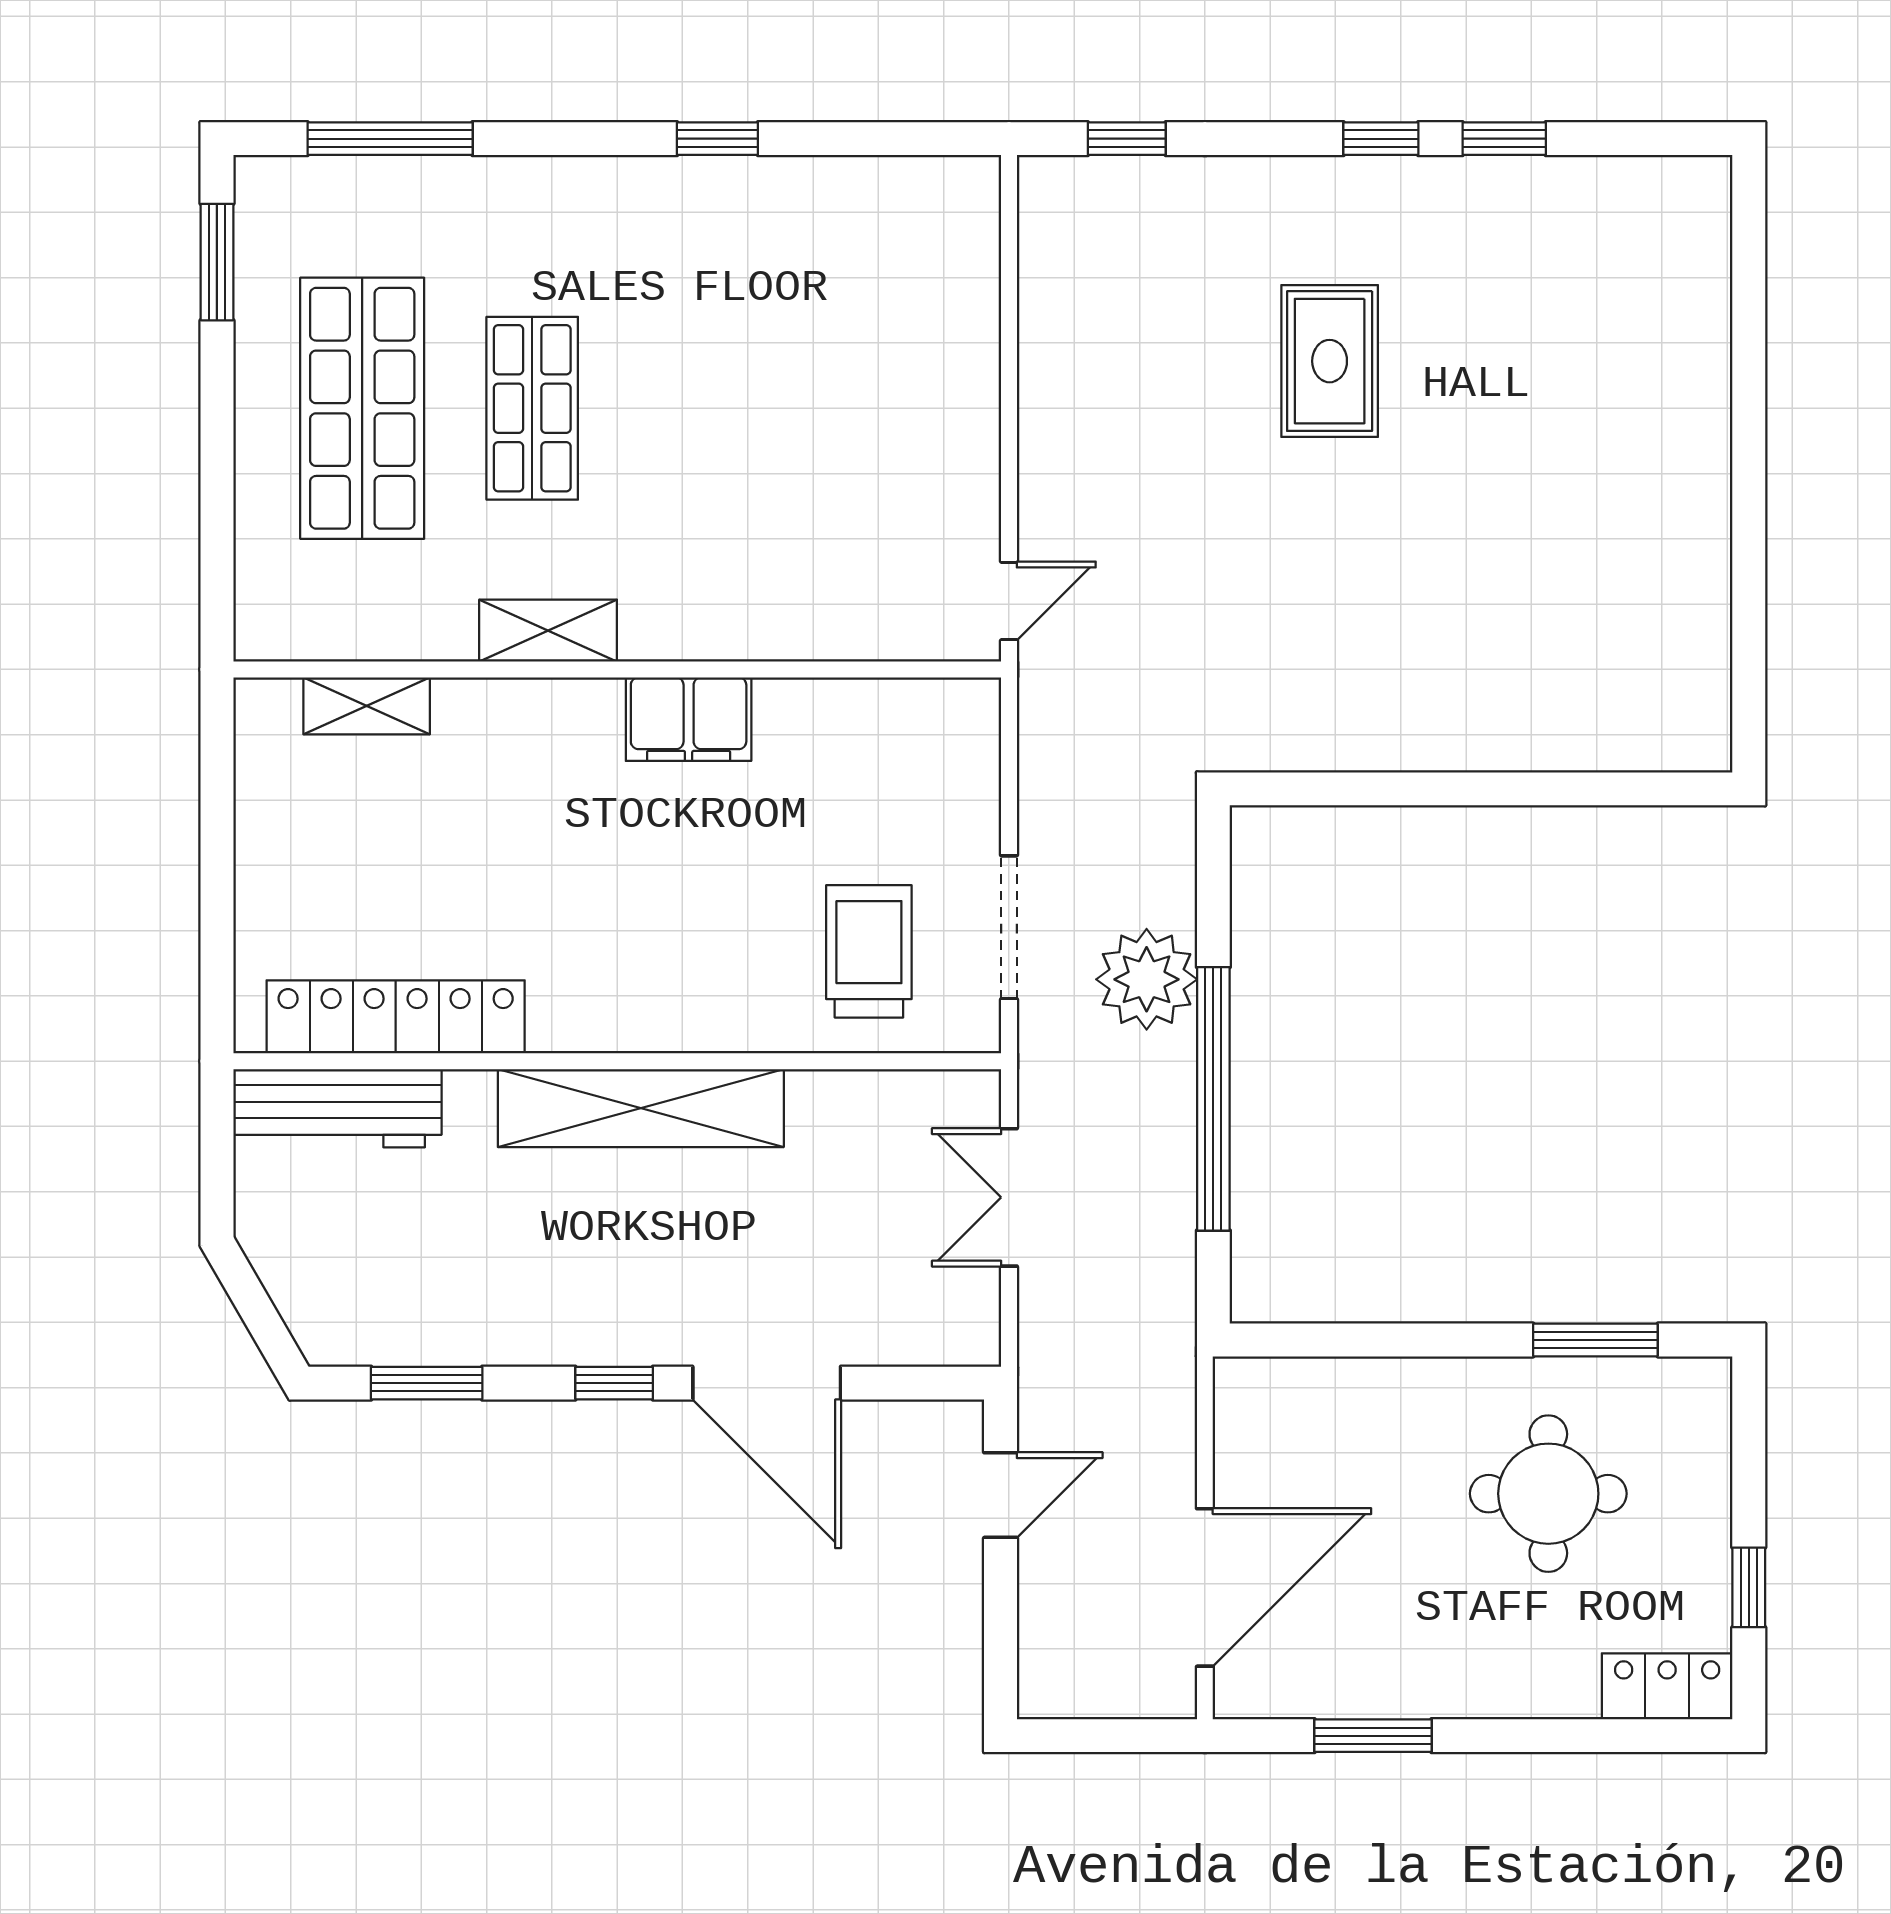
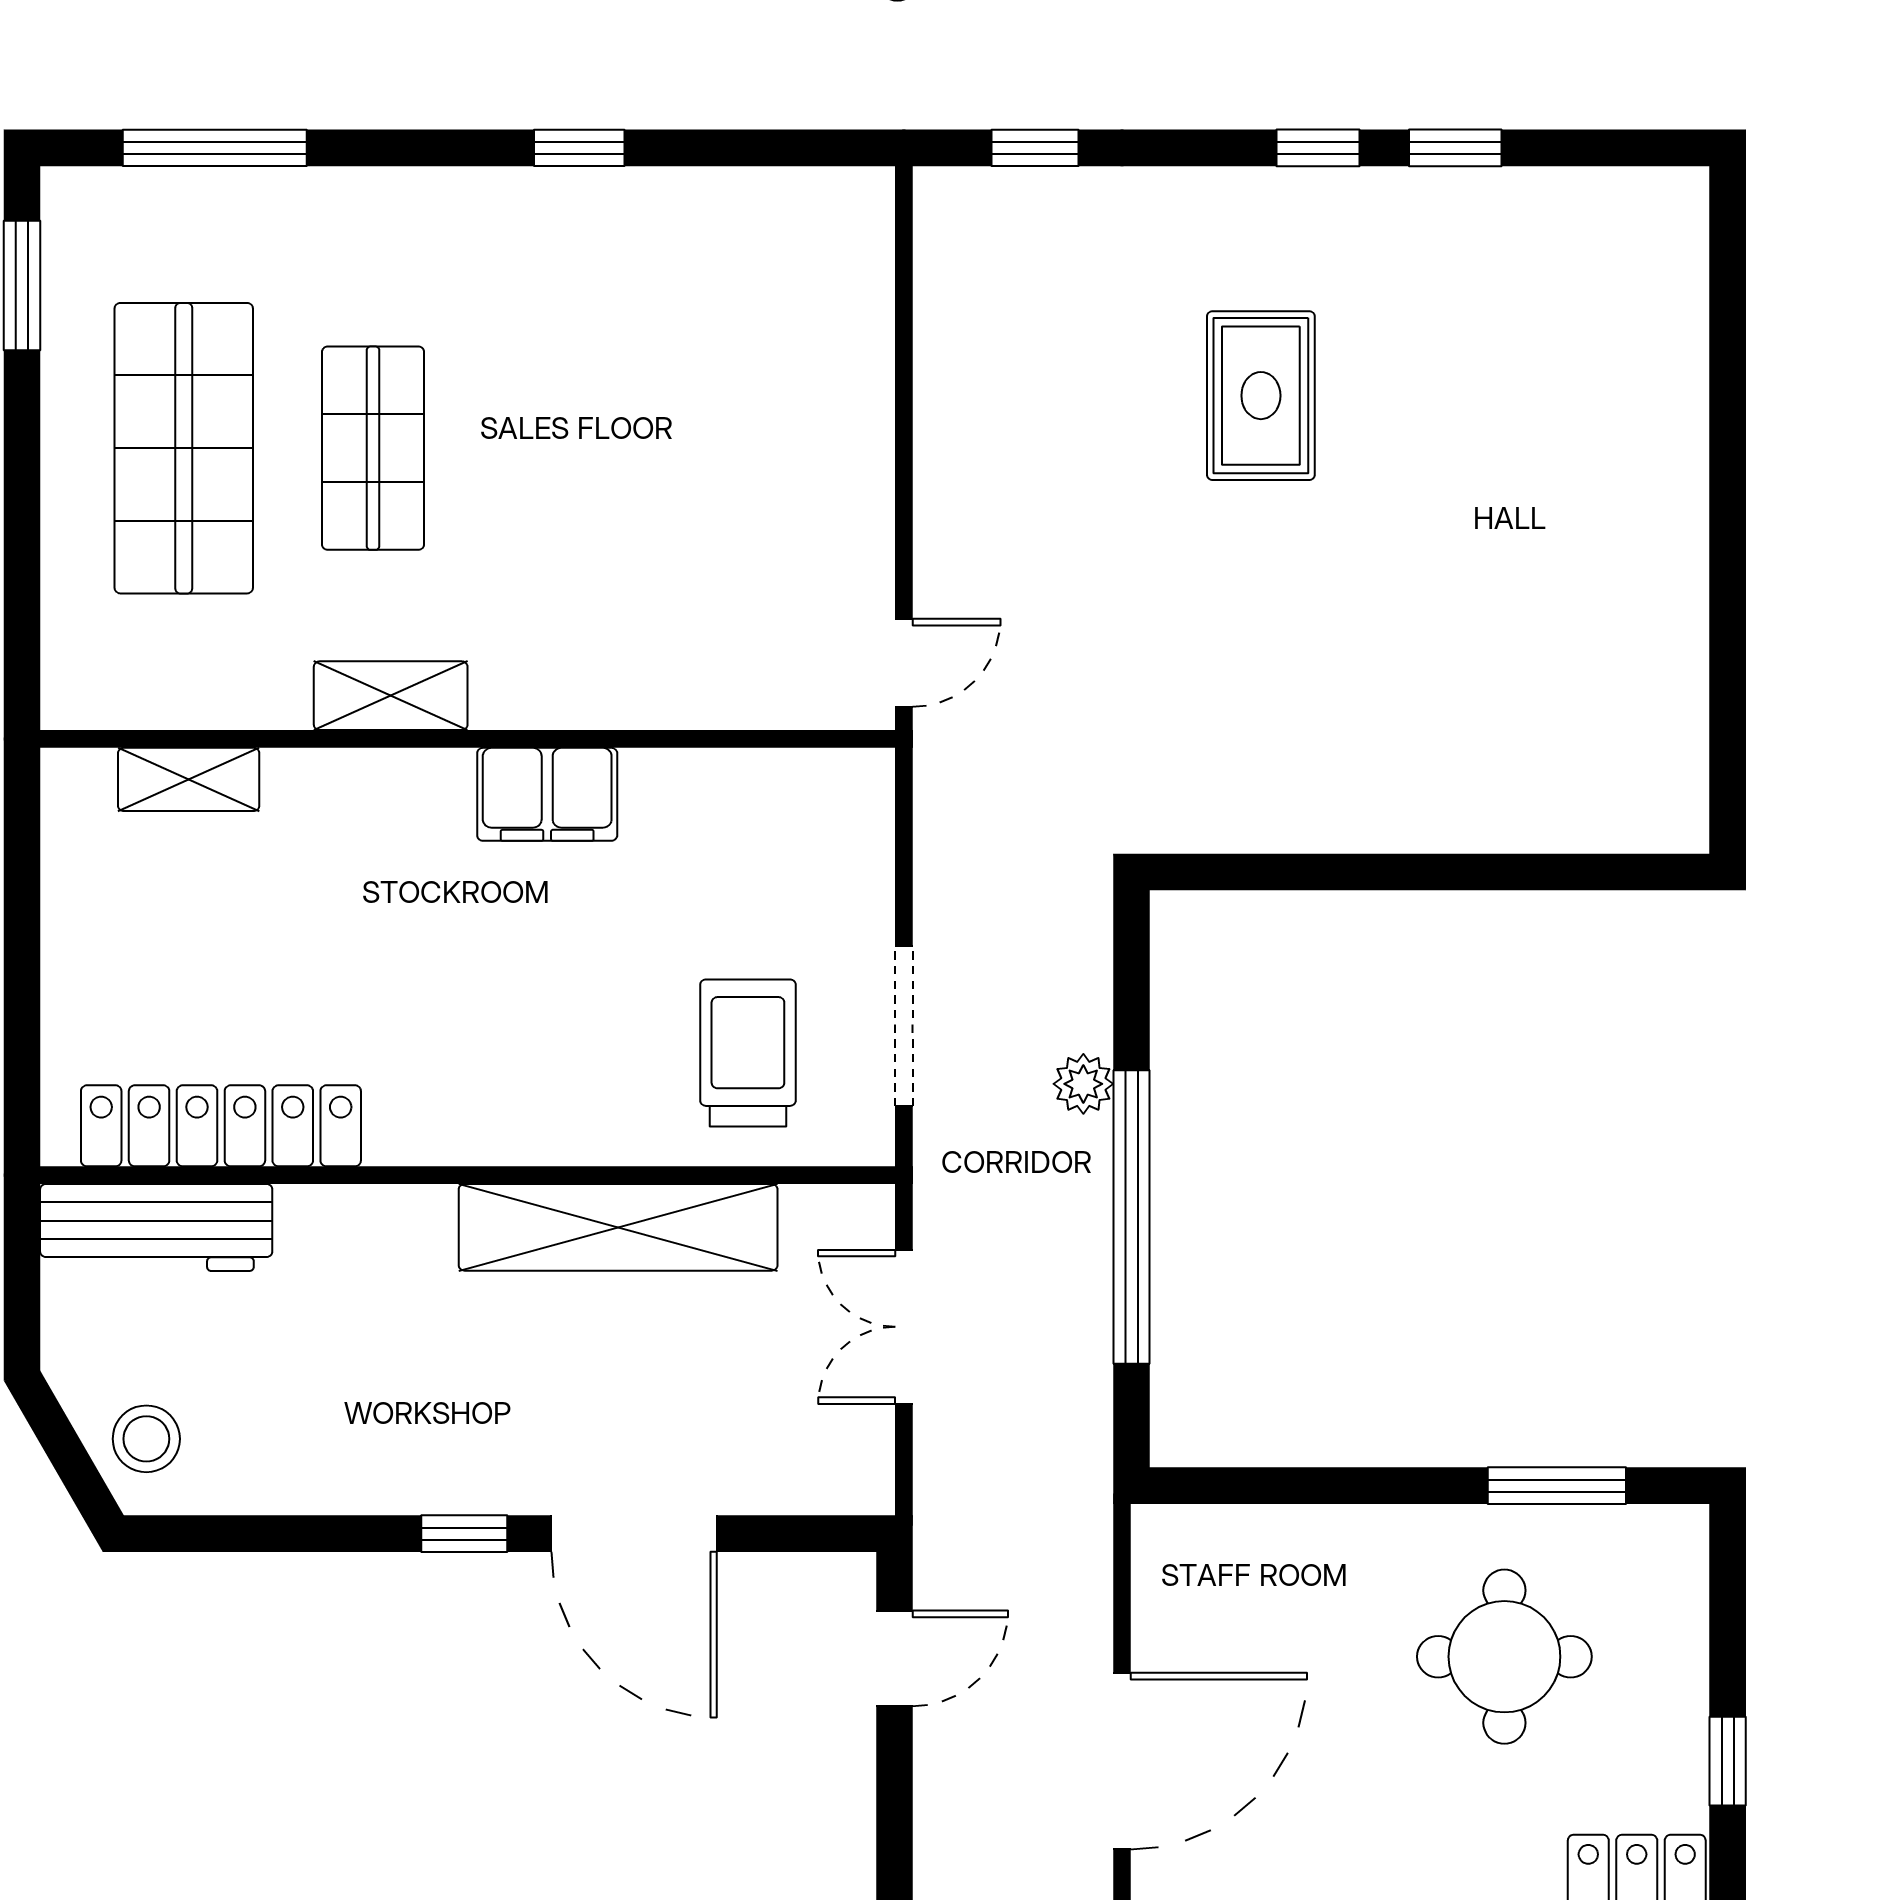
plant: (1147, 979) -> (1083, 1084), width x0.53, depth x0.53
shelving: (641, 1108) -> (618, 1227), moved
stool: (329, 1298) -> (146, 1439), added
window: (427, 1383) -> (256, 1534), removed

